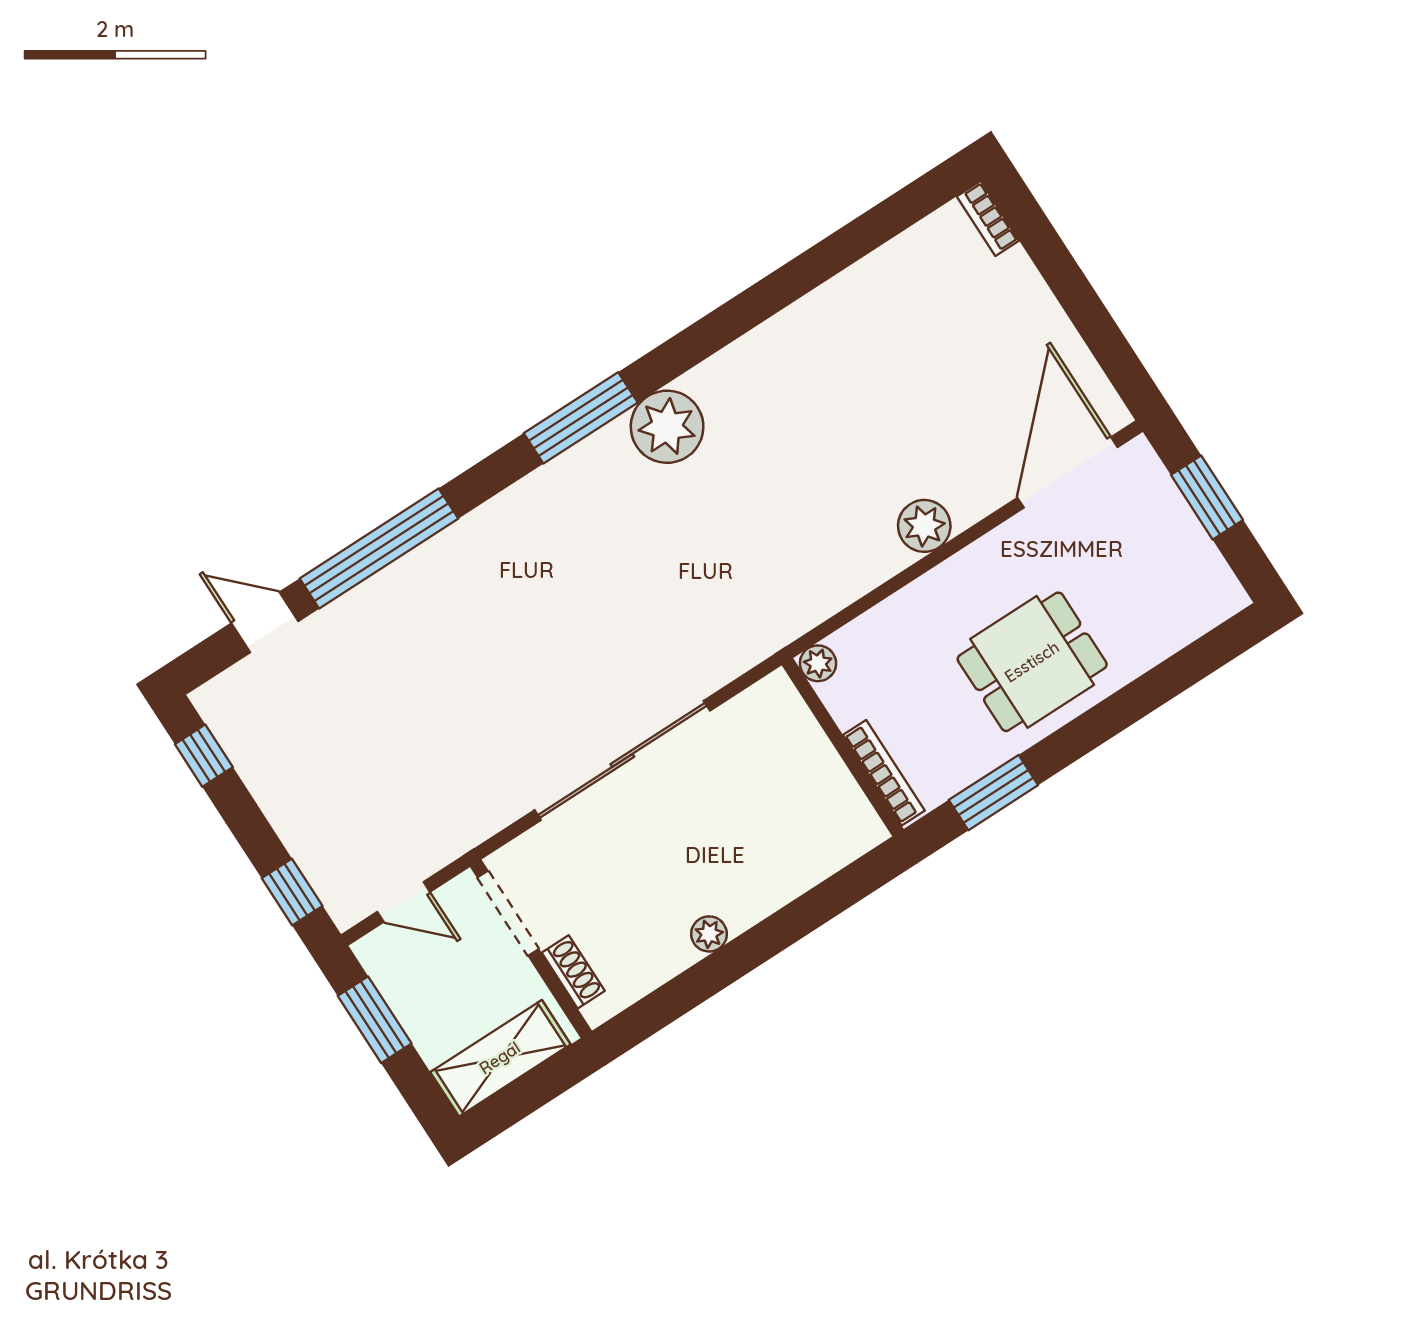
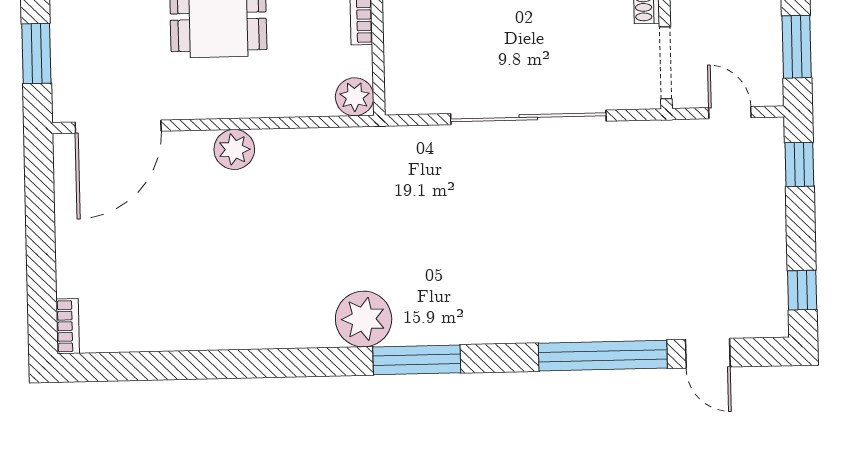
plant: (818, 663) -> (355, 97), width x1.38, depth x1.38

